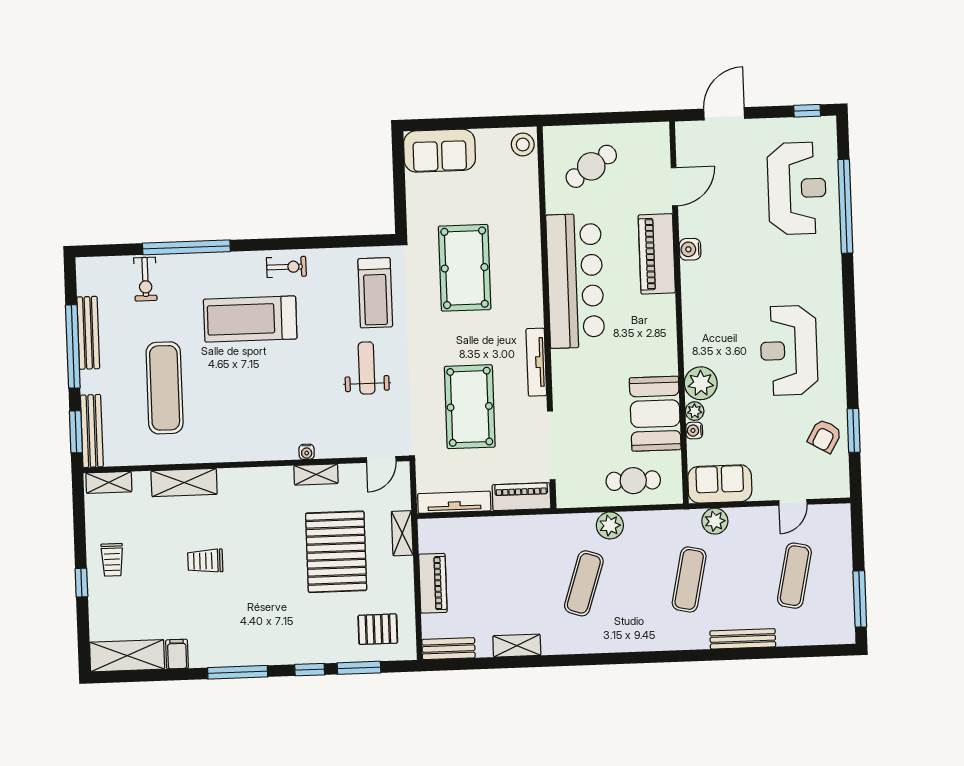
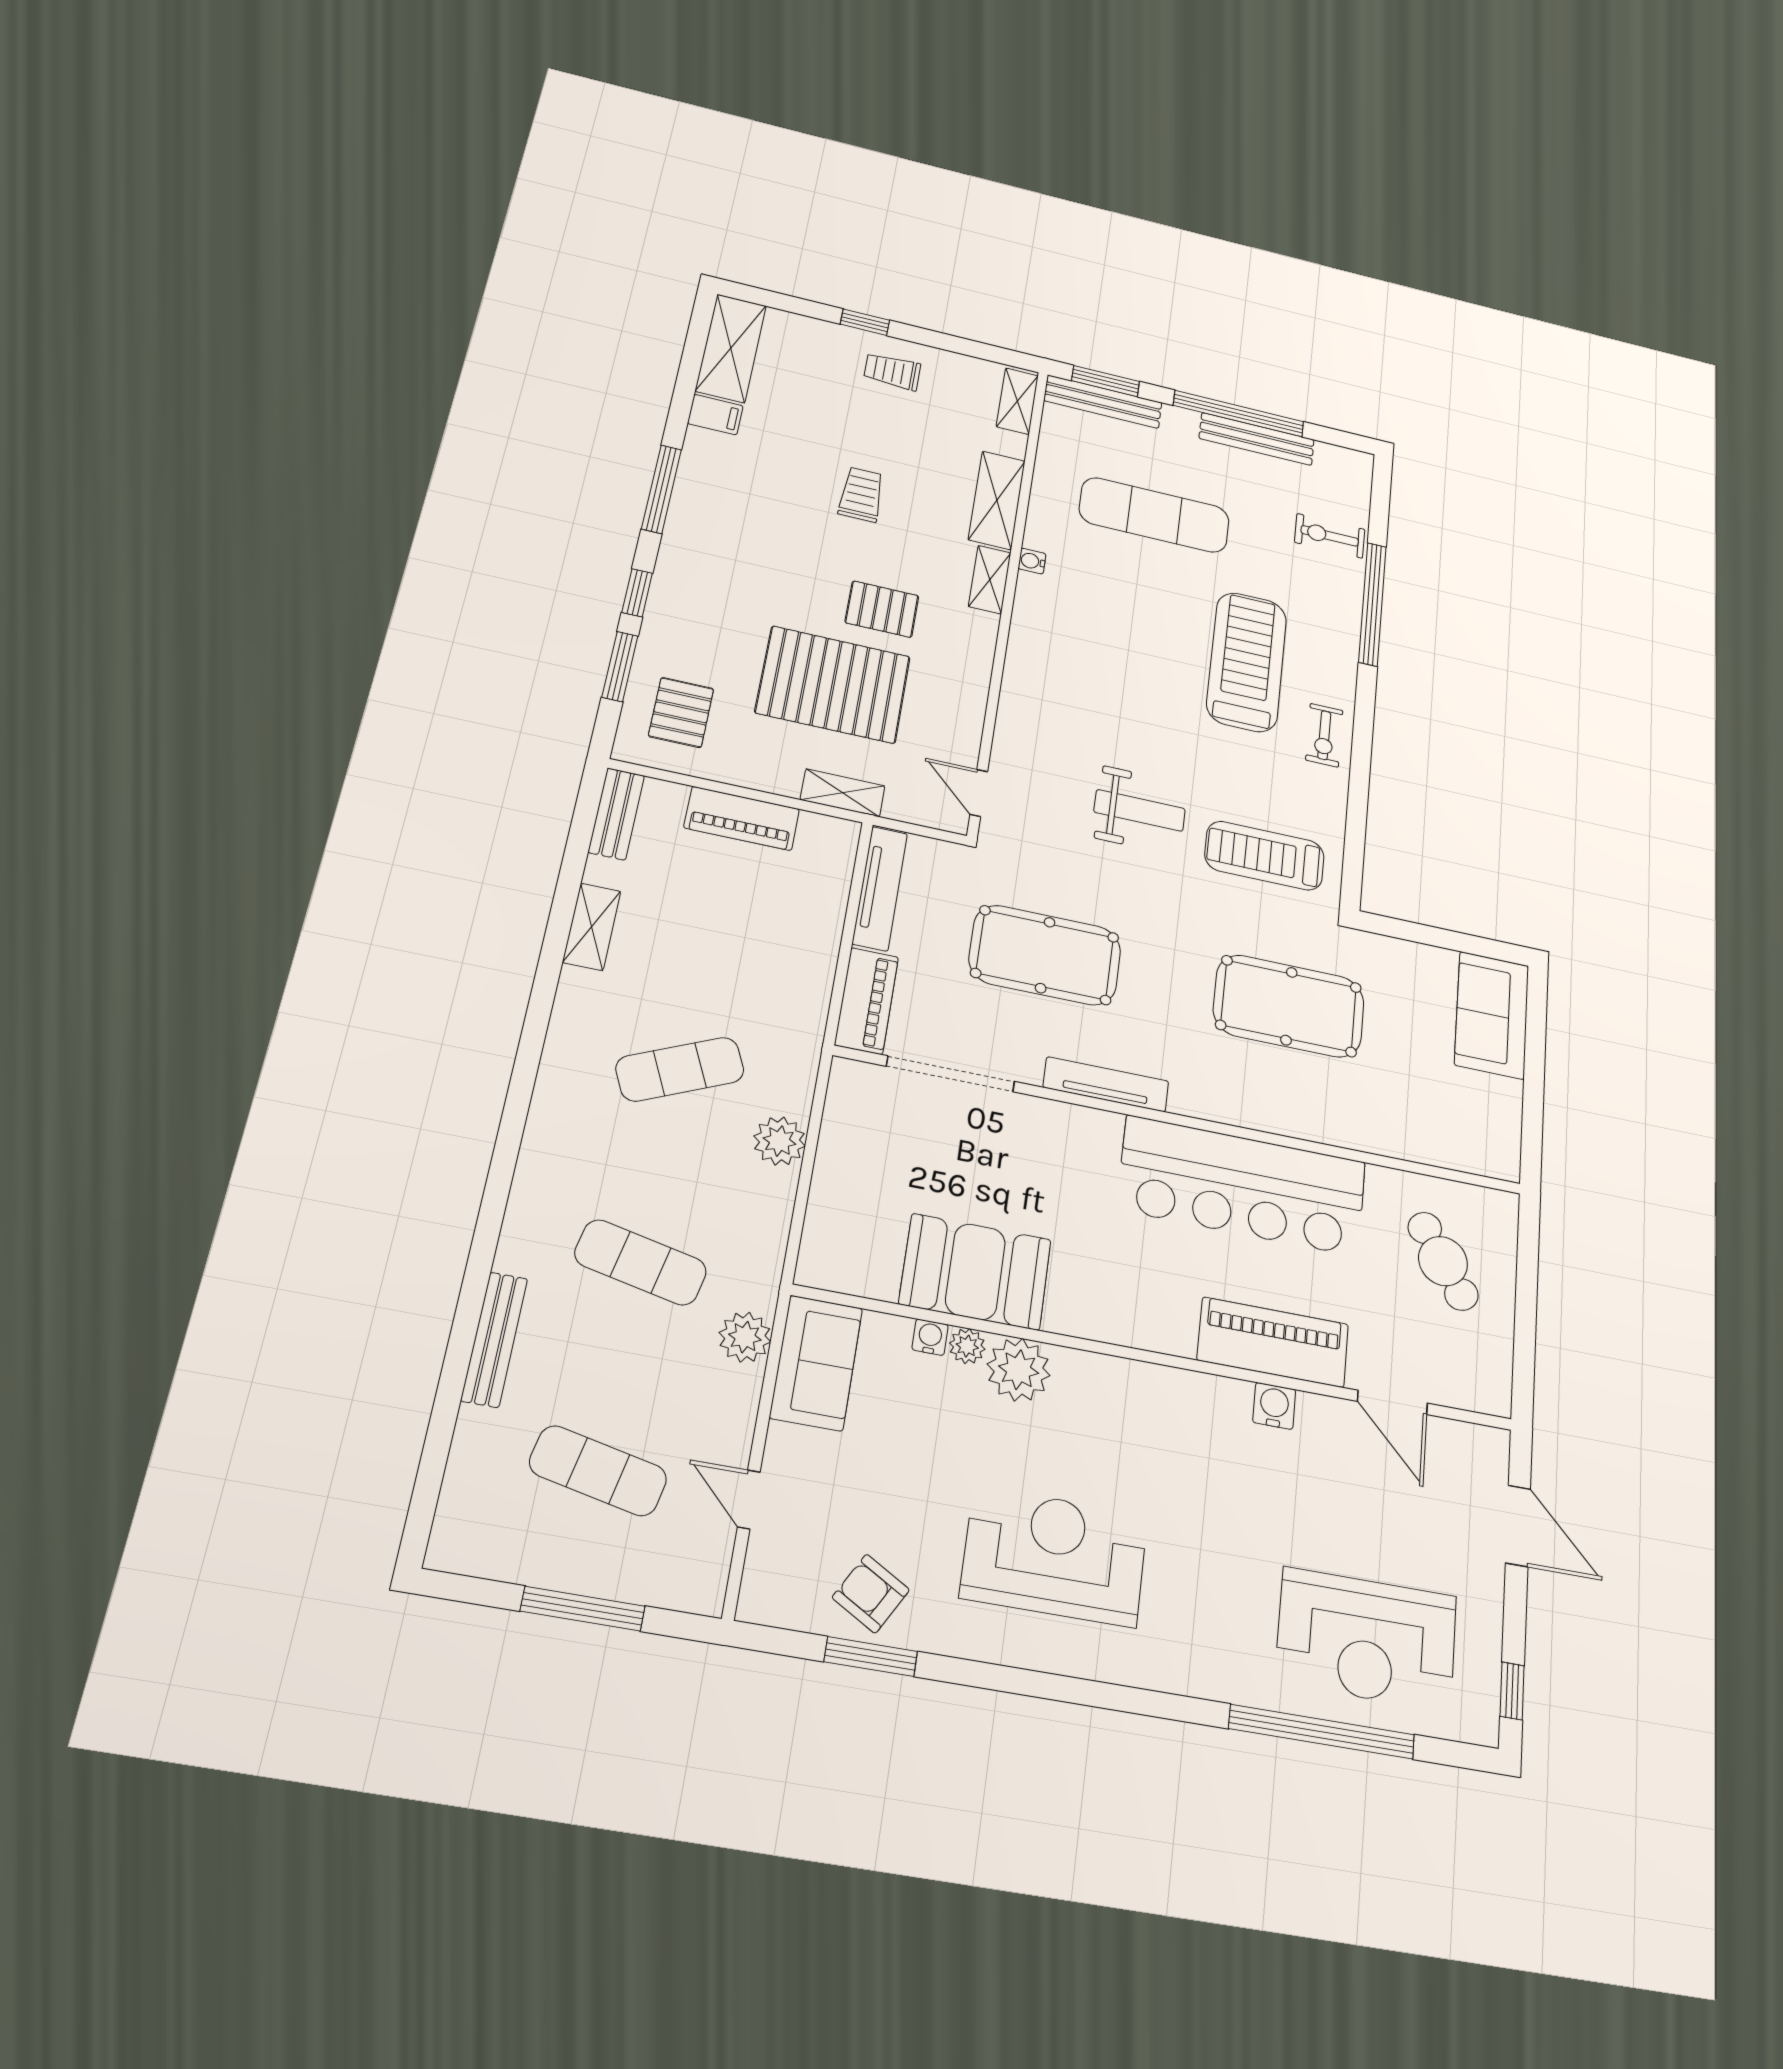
stool: (523, 145) -> (1491, 1153), removed
water cooler: (307, 452) -> (1032, 561), moved
shelving: (316, 474) -> (990, 580), moved
cafe table: (633, 481) -> (856, 1203), removed
pallet: (279, 534) -> (882, 609), added
exercise mat: (584, 583) -> (680, 1069), turned -42
window: (860, 599) -> (583, 1609), moved

